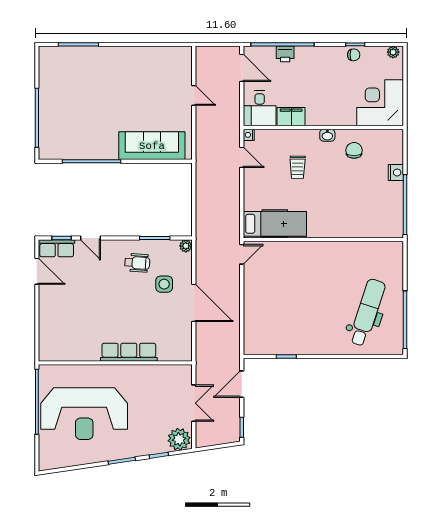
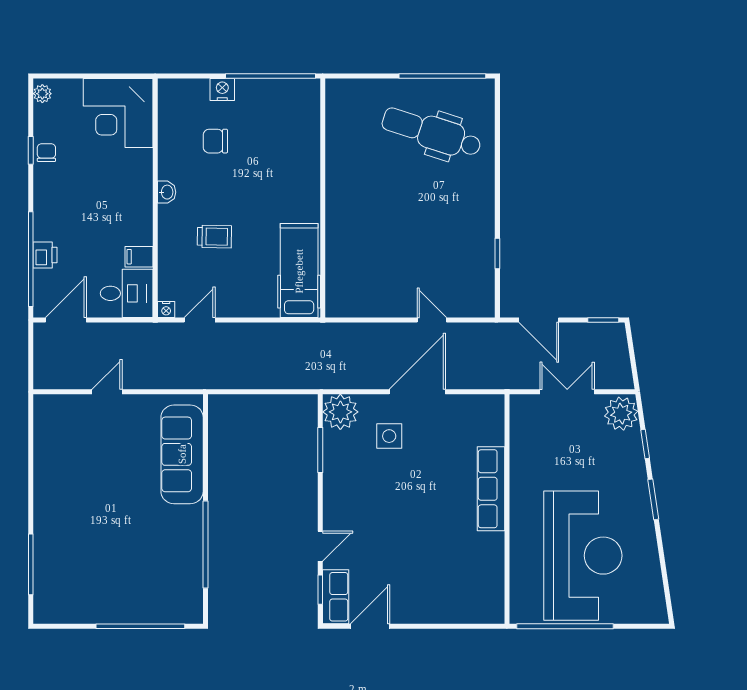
filing cabinet: (291, 117) -> (139, 257), width x0.50
chair: (354, 150) -> (215, 141), moved
plant: (186, 246) -> (340, 412), width x1.87, depth x1.87
door: (242, 254) -> (432, 320), moved
wheelchair: (137, 263) -> (357, 476), removed

